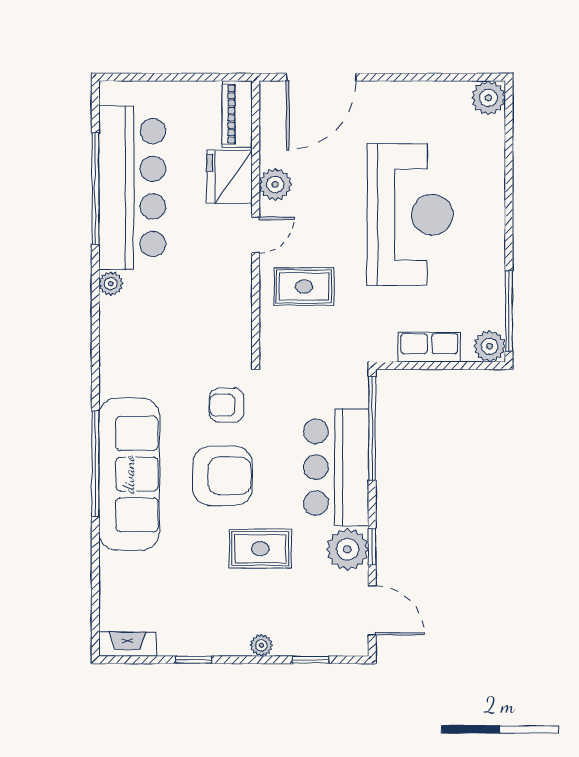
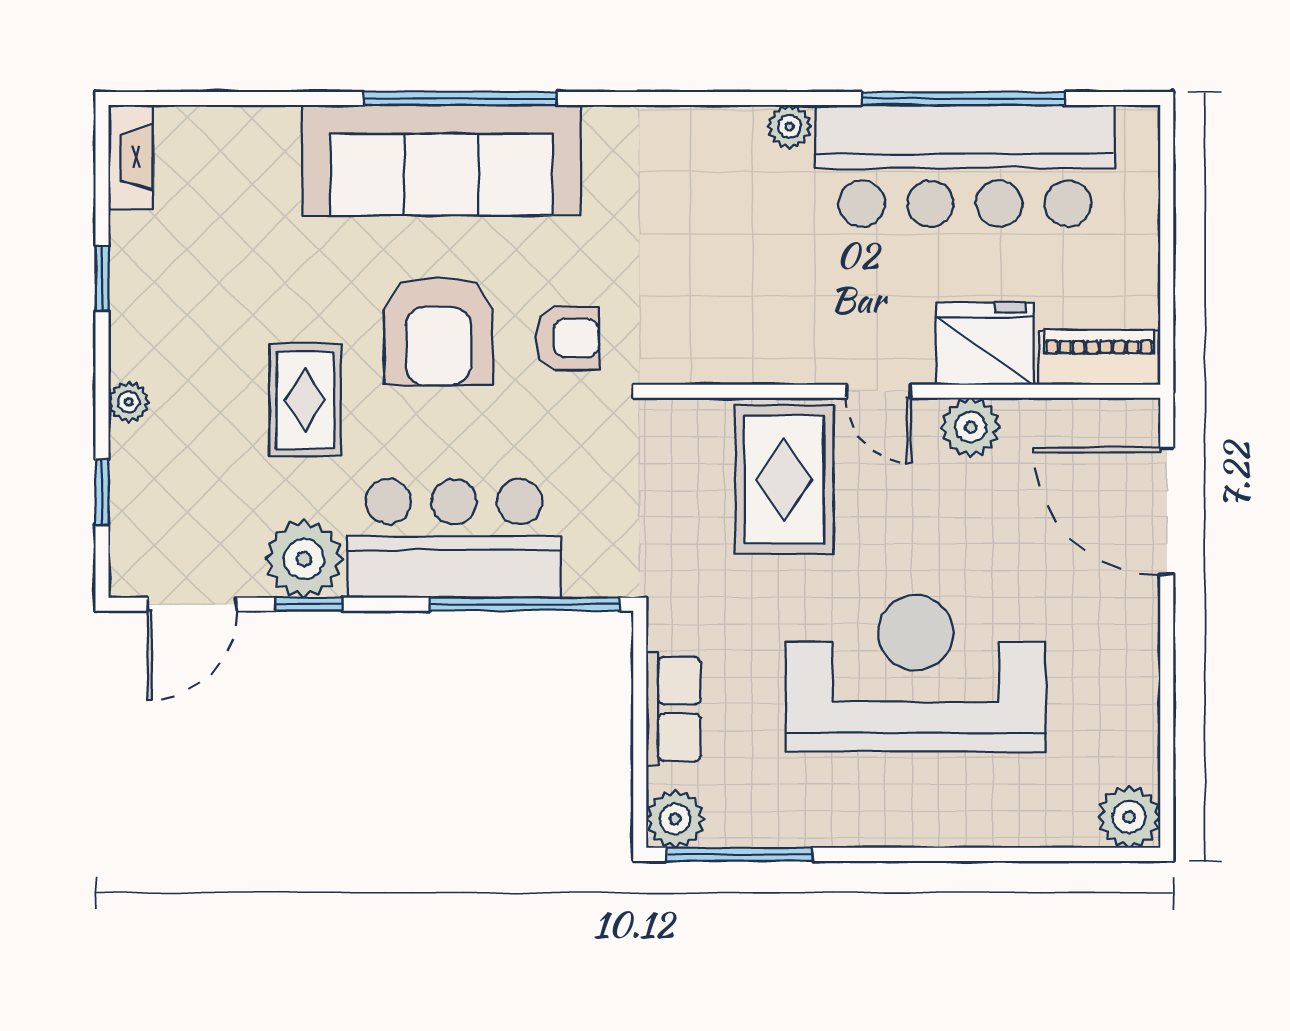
reception desk: (410, 215) -> (916, 673), turned 180
rug: (304, 286) -> (784, 480), width x1.36, depth x1.43
armchair: (226, 405) -> (567, 338), turned 90

